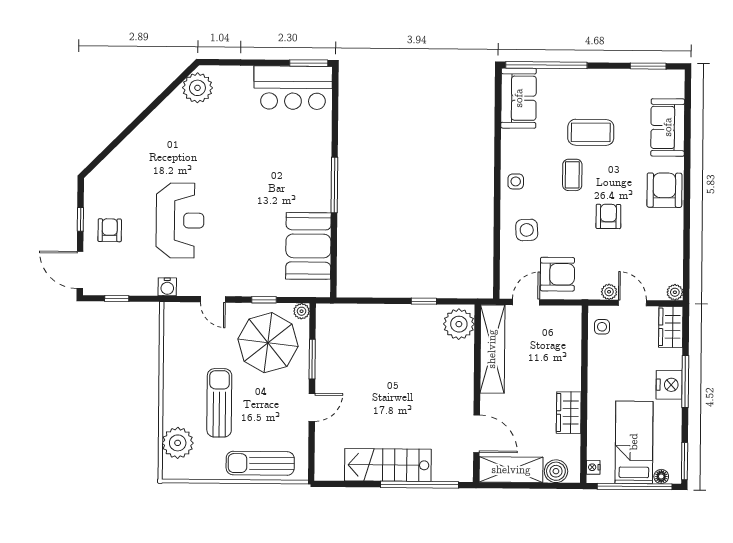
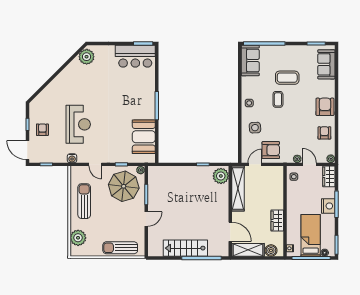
sofa: (668, 127) -> (326, 64), moved
armchair: (608, 216) -> (324, 133), moved
sun lounger: (219, 403) -> (84, 201), moved

